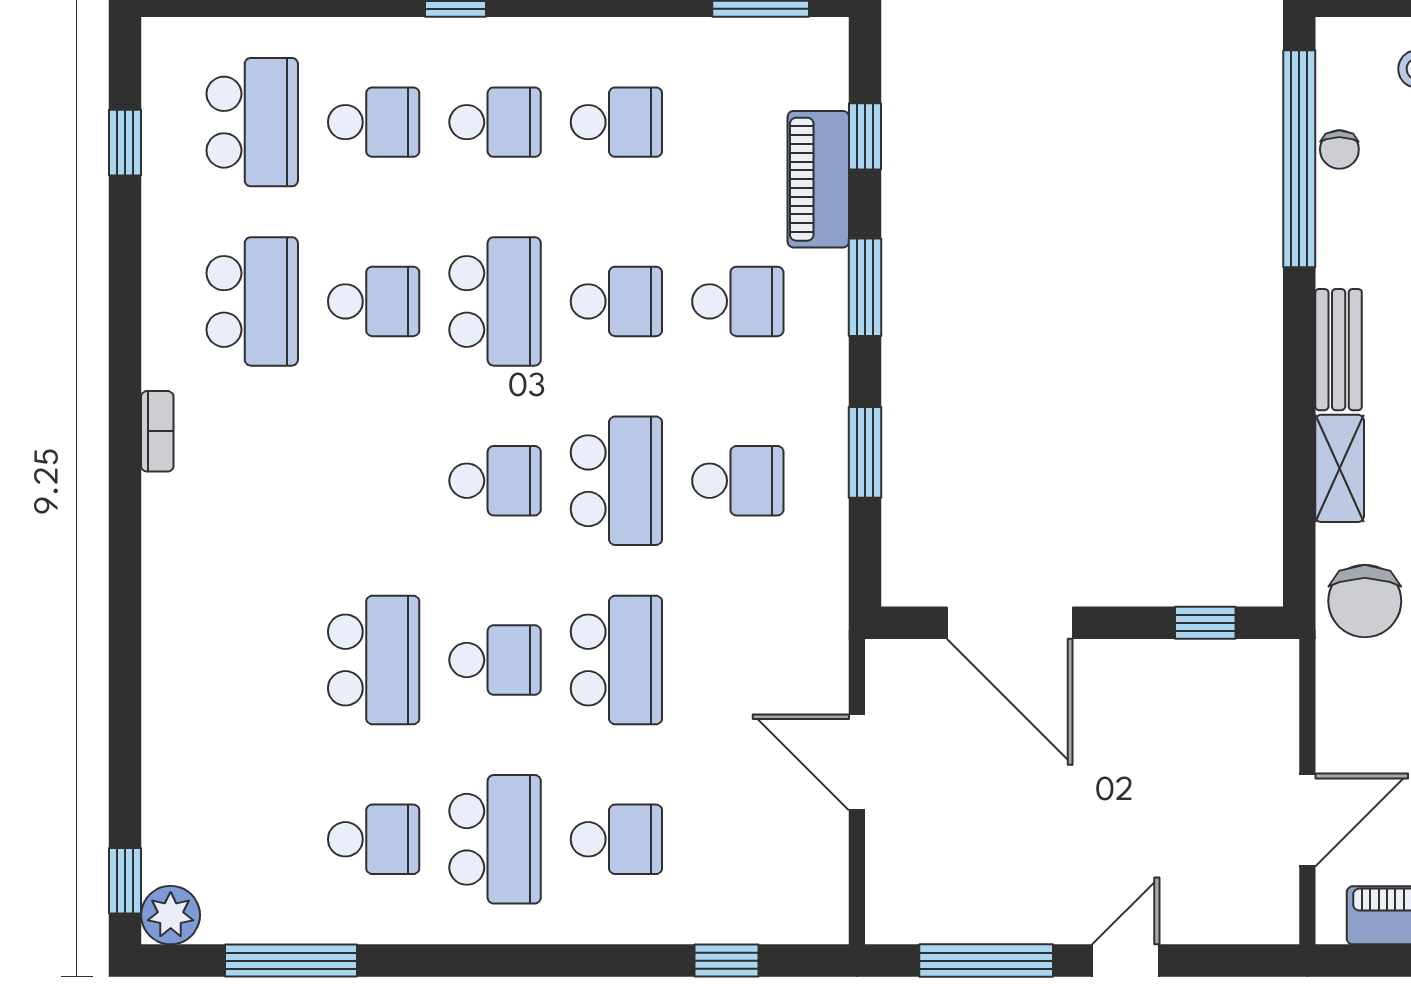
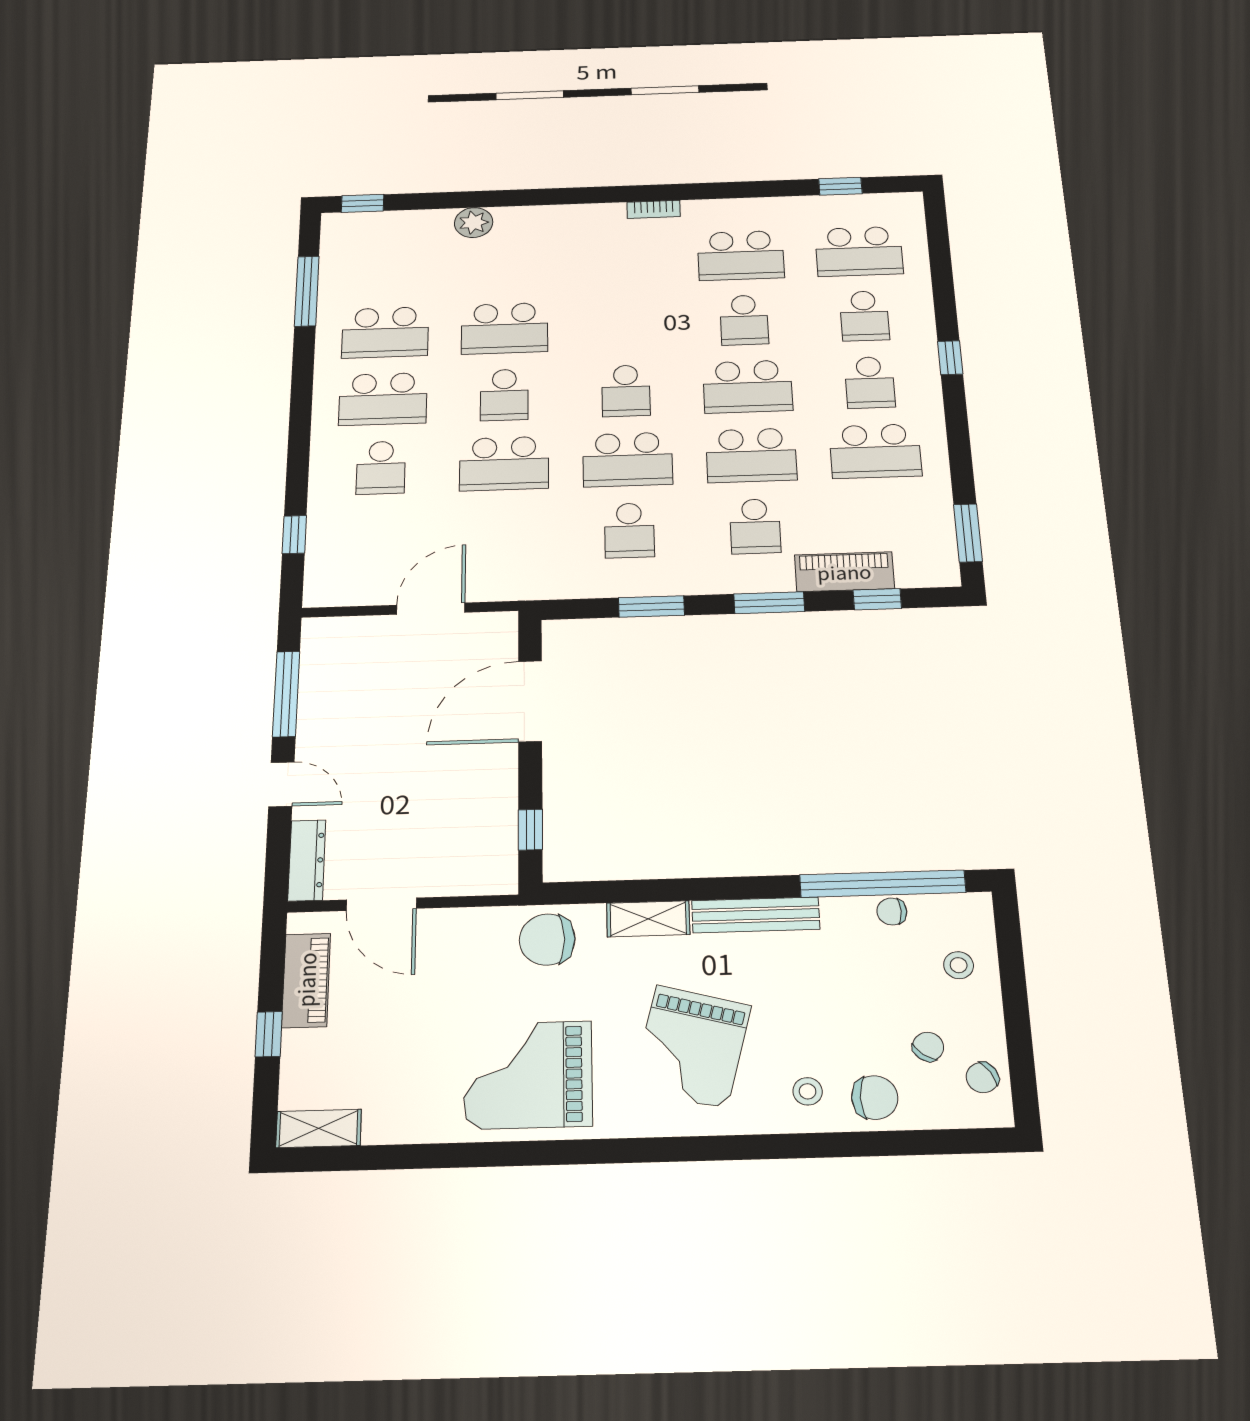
school desk: (616, 122) -> (875, 451), width x1.85
school desk: (616, 301) -> (751, 455), width x1.85
bench: (1339, 350) -> (756, 915), width x1.36
school desk: (374, 839) -> (385, 332), width x1.85
plant: (171, 915) -> (474, 223), moved
dresser: (1240, 921) -> (307, 860), added

